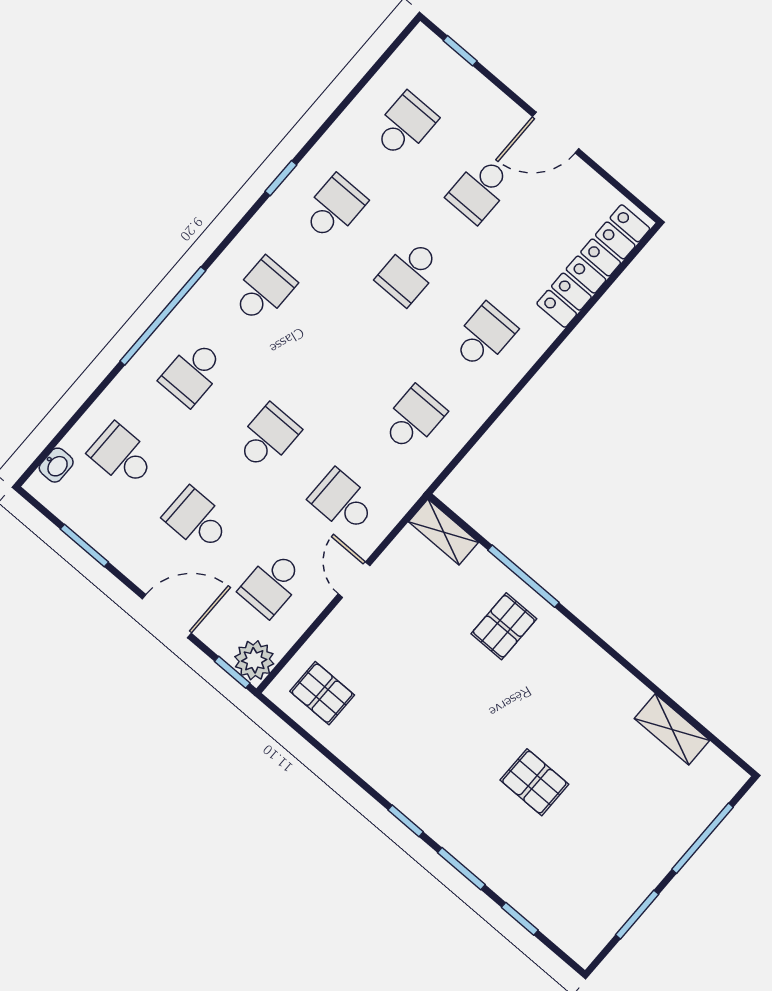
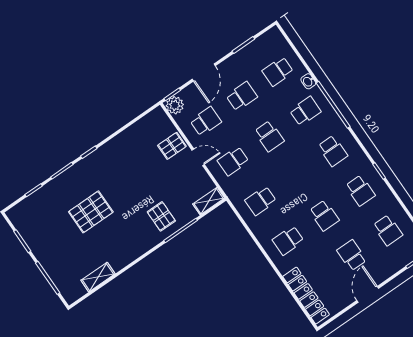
school desk: (409, 272) -> (324, 216), turned 180
school desk: (484, 336) -> (288, 240), turned 90
school desk: (193, 373) -> (305, 111), turned 90
school desk: (413, 419) -> (261, 201), turned 90
school desk: (122, 455) -> (278, 71), turned 180
washbasin: (56, 465) -> (308, 81), moved
school desk: (342, 501) -> (233, 161), turned 180
school desk: (272, 584) -> (206, 121), turned 90
pallet: (322, 693) -> (172, 146), moved
pallet: (534, 782) -> (91, 212), width x1.50, depth x1.42

